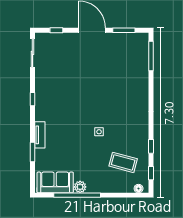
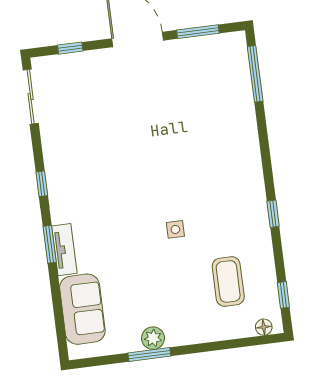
window: (151, 146) -> (273, 214), moved
window: (32, 152) -> (50, 244), moved
coffee table: (123, 162) -> (228, 281), turned 75
sofa: (55, 182) -> (82, 309), moved, turned 90
window: (77, 195) -> (149, 354), width x0.47

